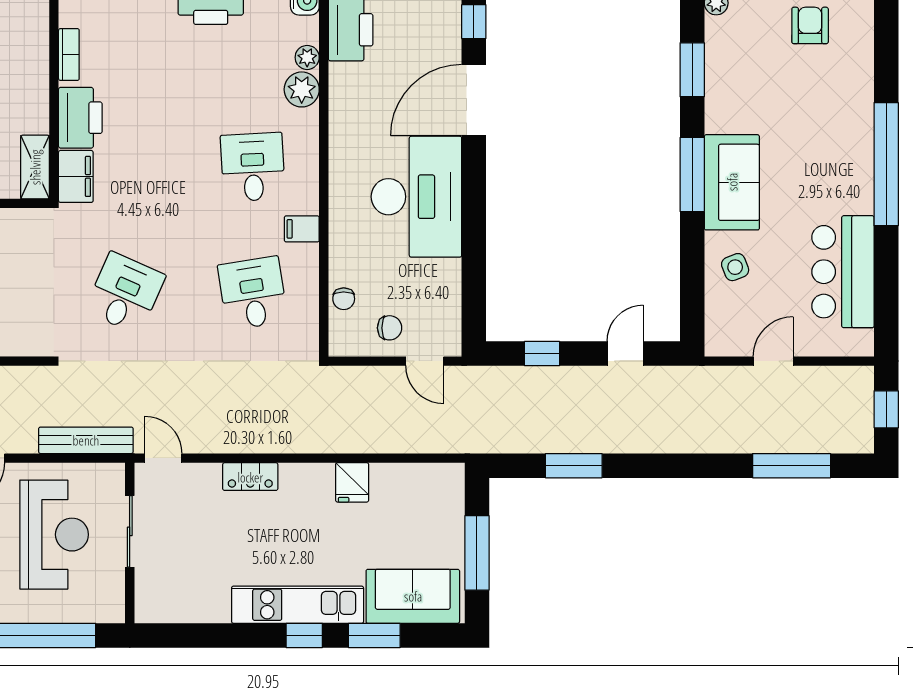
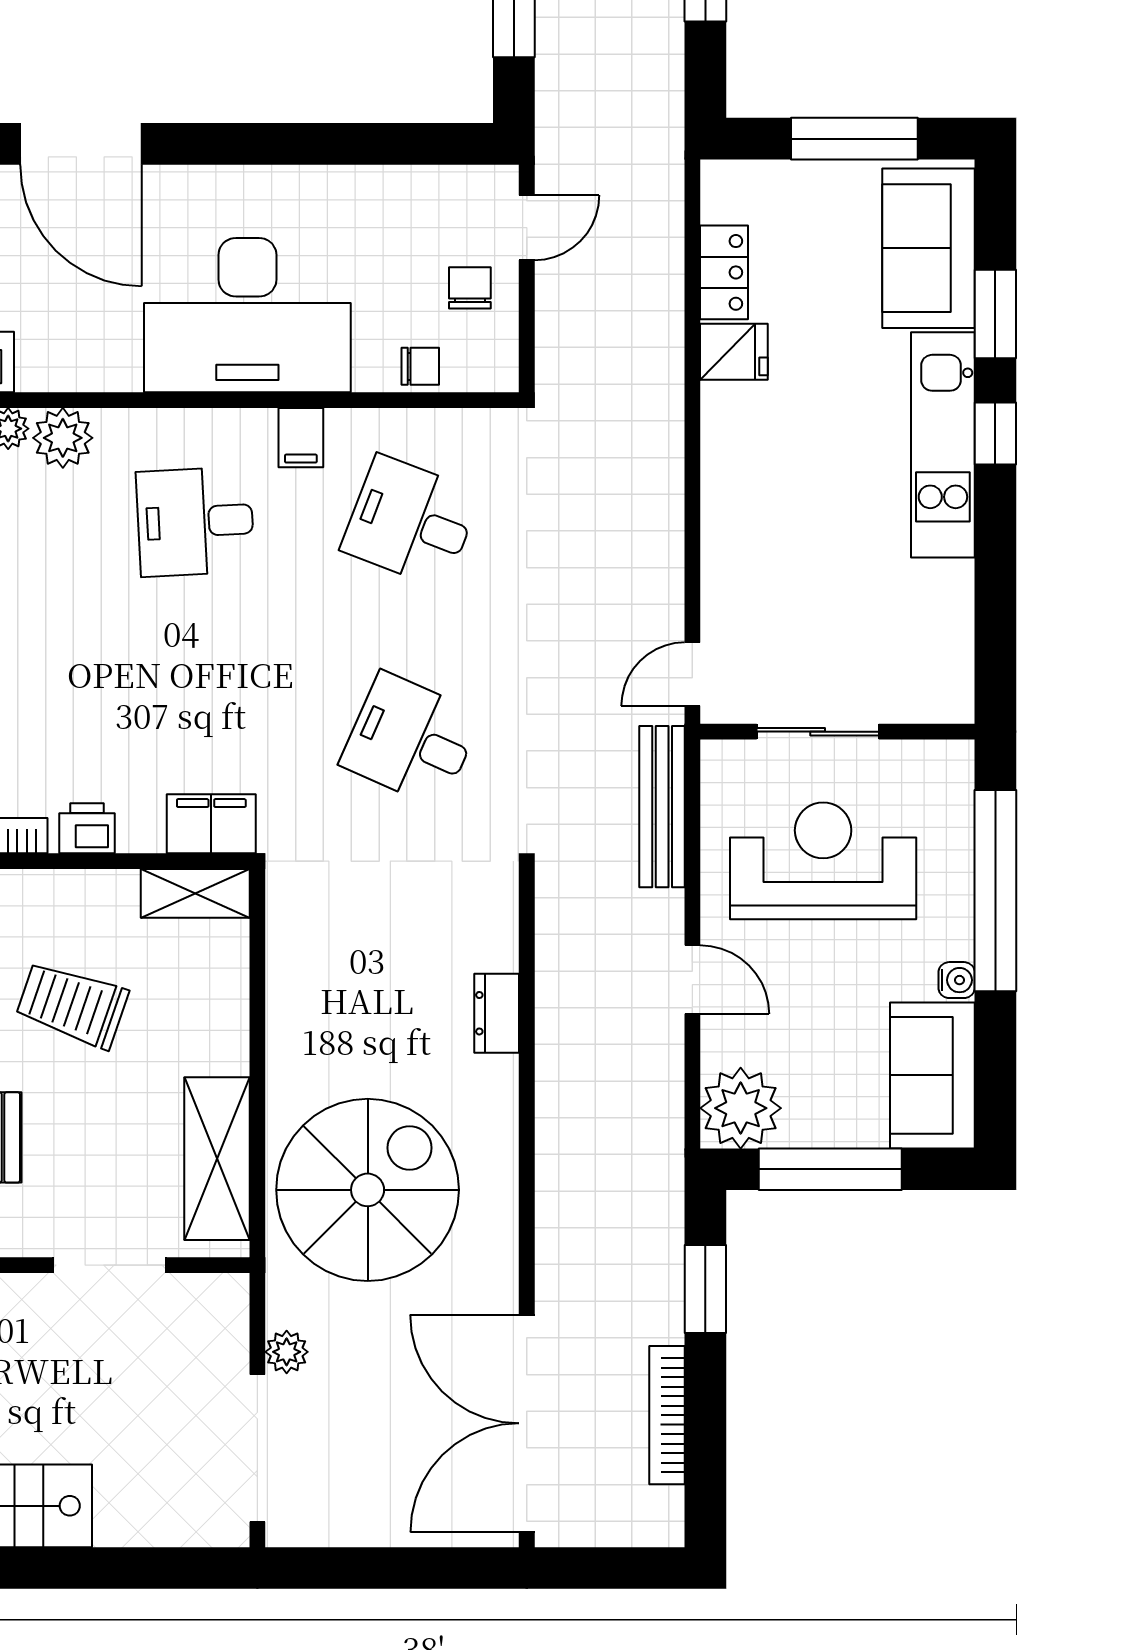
printer: (80, 118) -> (87, 828), width x0.53, depth x0.68
desk: (416, 197) -> (247, 315), moved, turned 180
desk: (253, 293) -> (411, 522), turned 30
locker: (250, 477) -> (724, 272), moved

